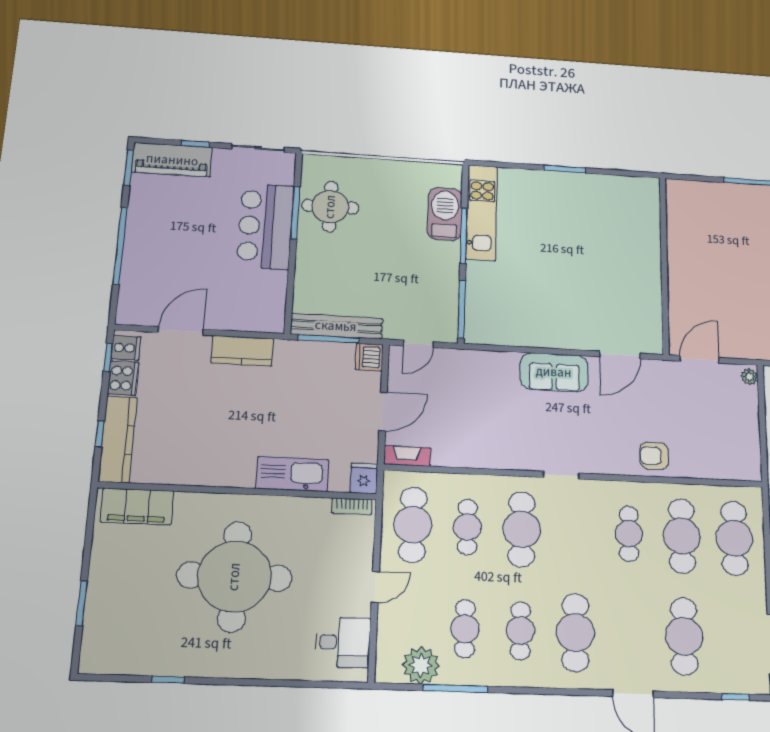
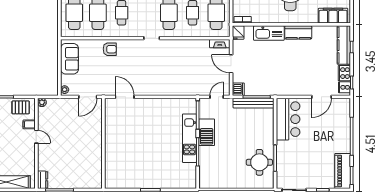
piano: (172, 160) -> (343, 171), moved, turned -90
kitchen unit: (482, 213) -> (189, 138), moved
barbecue: (445, 214) -> (207, 132), moved
bar counter: (265, 226) -> (288, 119), moved
kitchen counter: (242, 351) -> (298, 32), moved, turned 180
door: (620, 355) -> (125, 97), hinge flipped
sofa: (554, 372) -> (69, 59), moved, turned 90
door: (383, 411) -> (231, 64), hinge flipped

